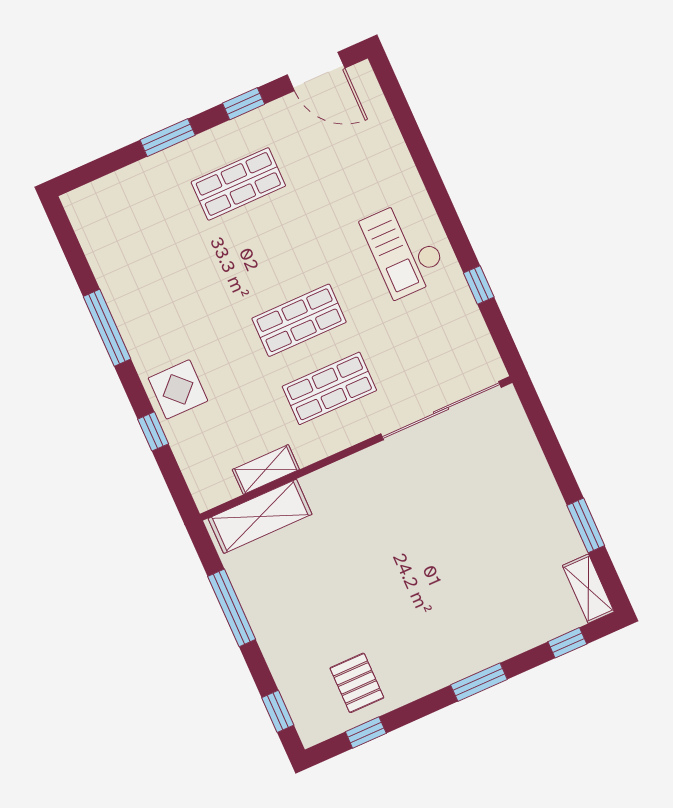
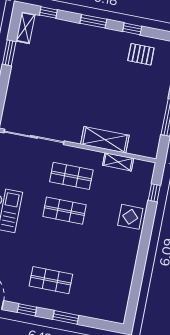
window: (107, 328) -> (141, 260), removed
window: (153, 431) -> (154, 193), moved
shelving: (260, 516) -> (105, 140), moved
pallet: (357, 683) -> (141, 54), turned 90
window: (366, 733) -> (132, 29), moved

